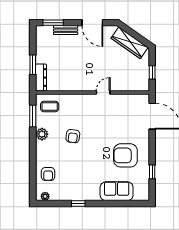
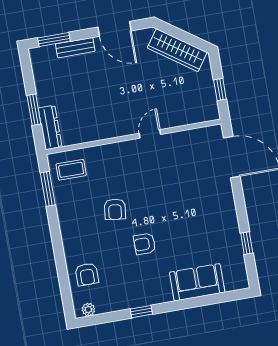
plant: (42, 134) -> (67, 214), removed
armchair: (125, 155) -> (145, 244), moved, width x0.53, depth x0.53

